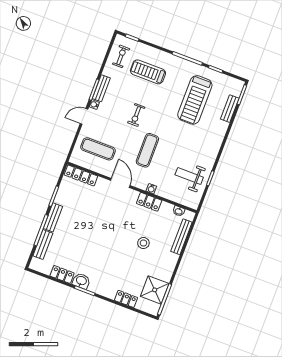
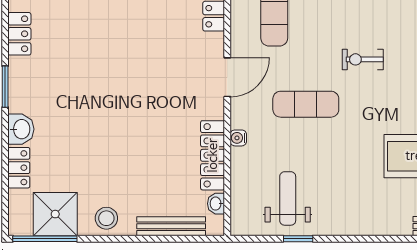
locker: (149, 202) -> (213, 155), width x1.53
stool: (143, 243) -> (106, 218), moved
washbasin: (81, 281) -> (21, 129), moved

